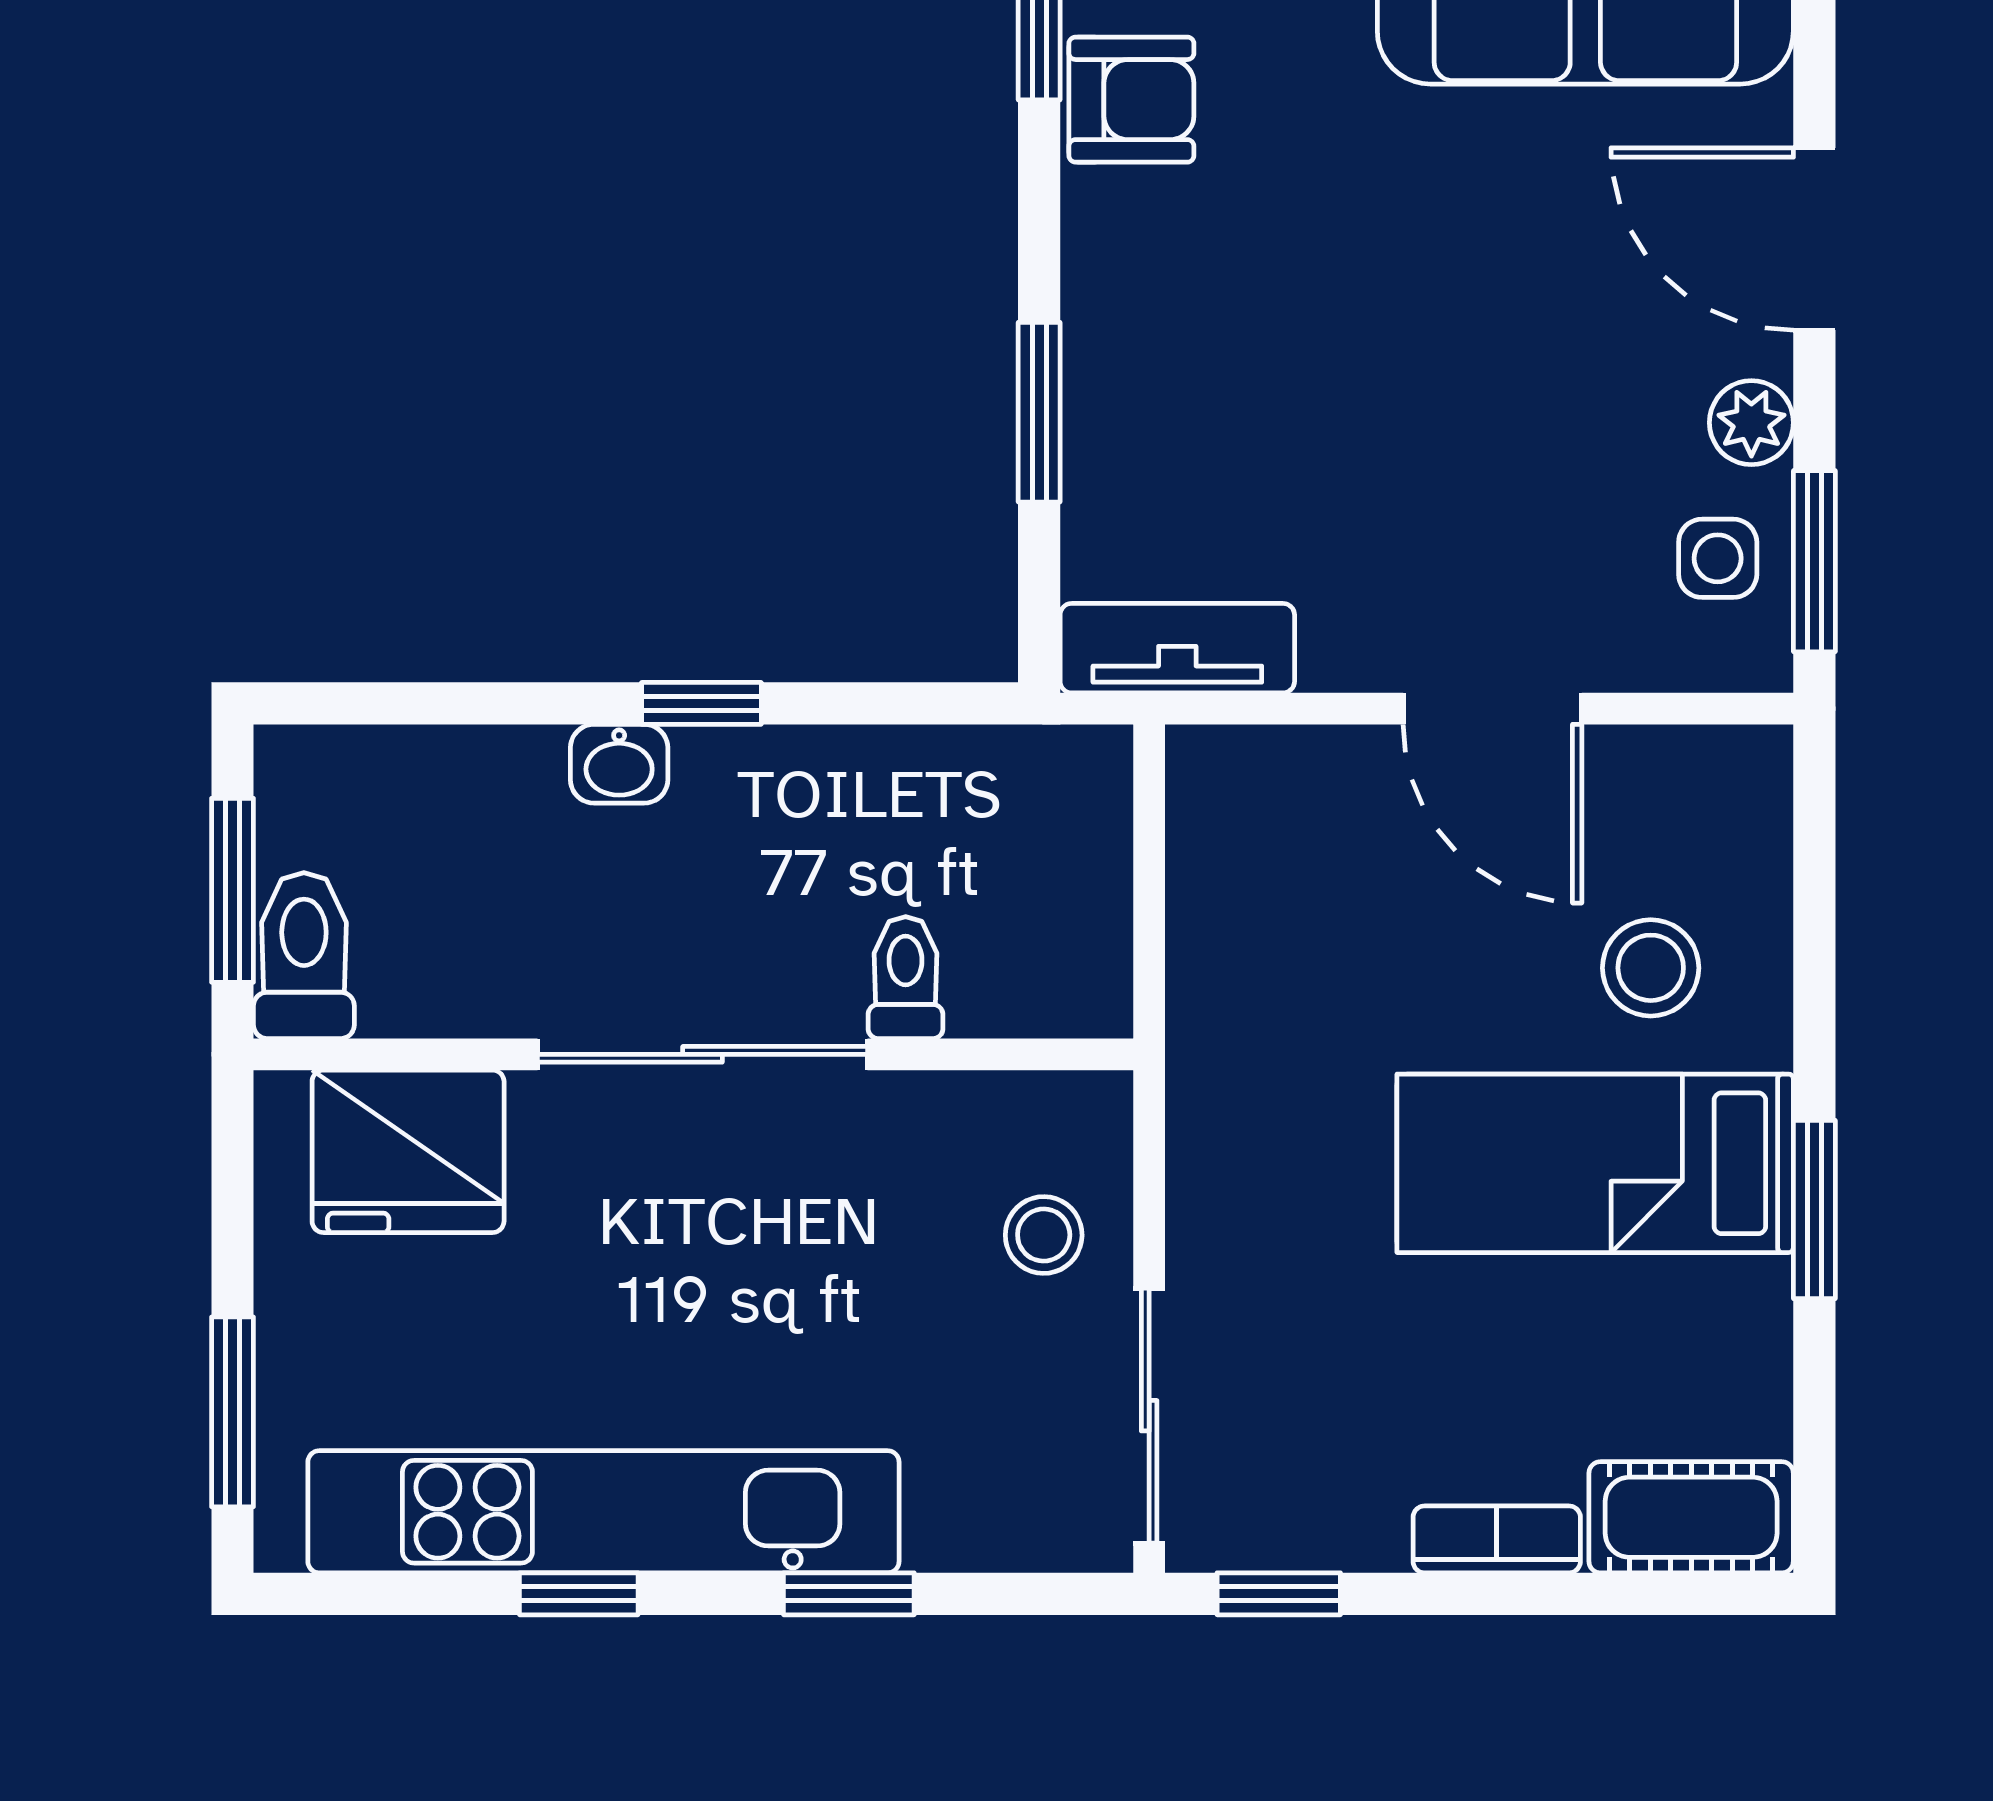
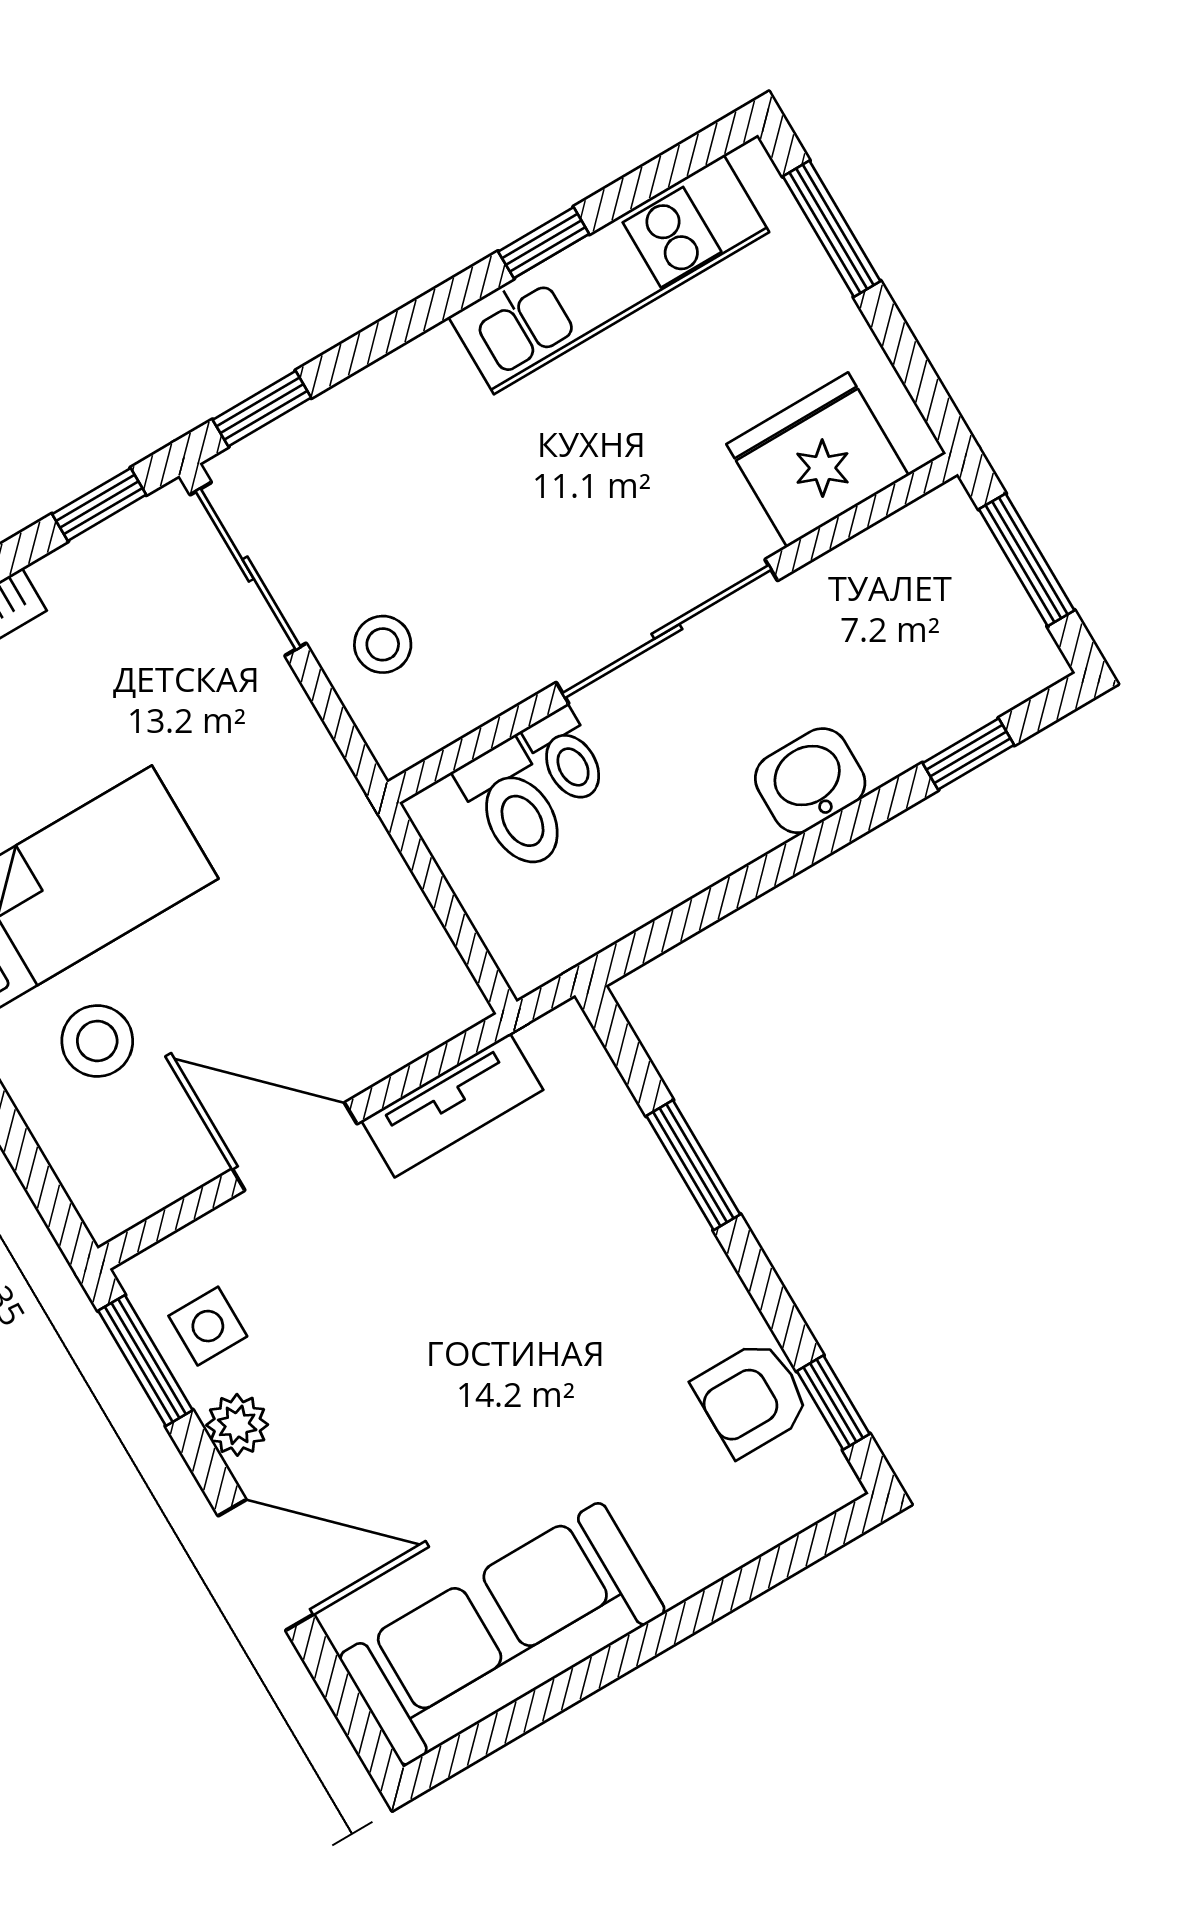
tv unit: (1177, 648) -> (452, 1105), moved
window: (701, 703) -> (968, 754), moved
washbasin: (619, 764) -> (810, 781), width x1.38, depth x1.45
toilet: (304, 956) -> (514, 806), moved
kitchen unit: (603, 1512) -> (609, 275), width x0.73
window: (849, 1594) -> (262, 409), moved

